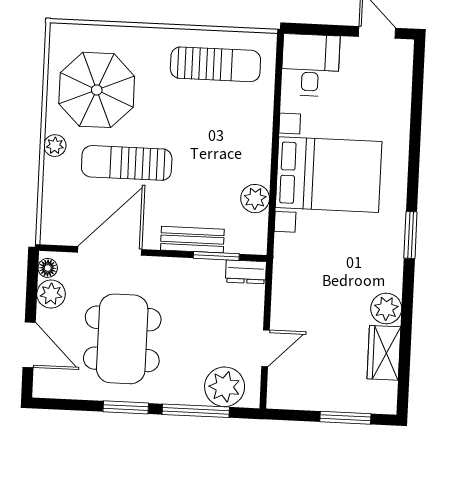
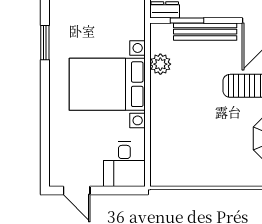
sun lounger: (215, 64) -> (194, 161), removed
bench: (192, 240) -> (205, 32), width x1.36

